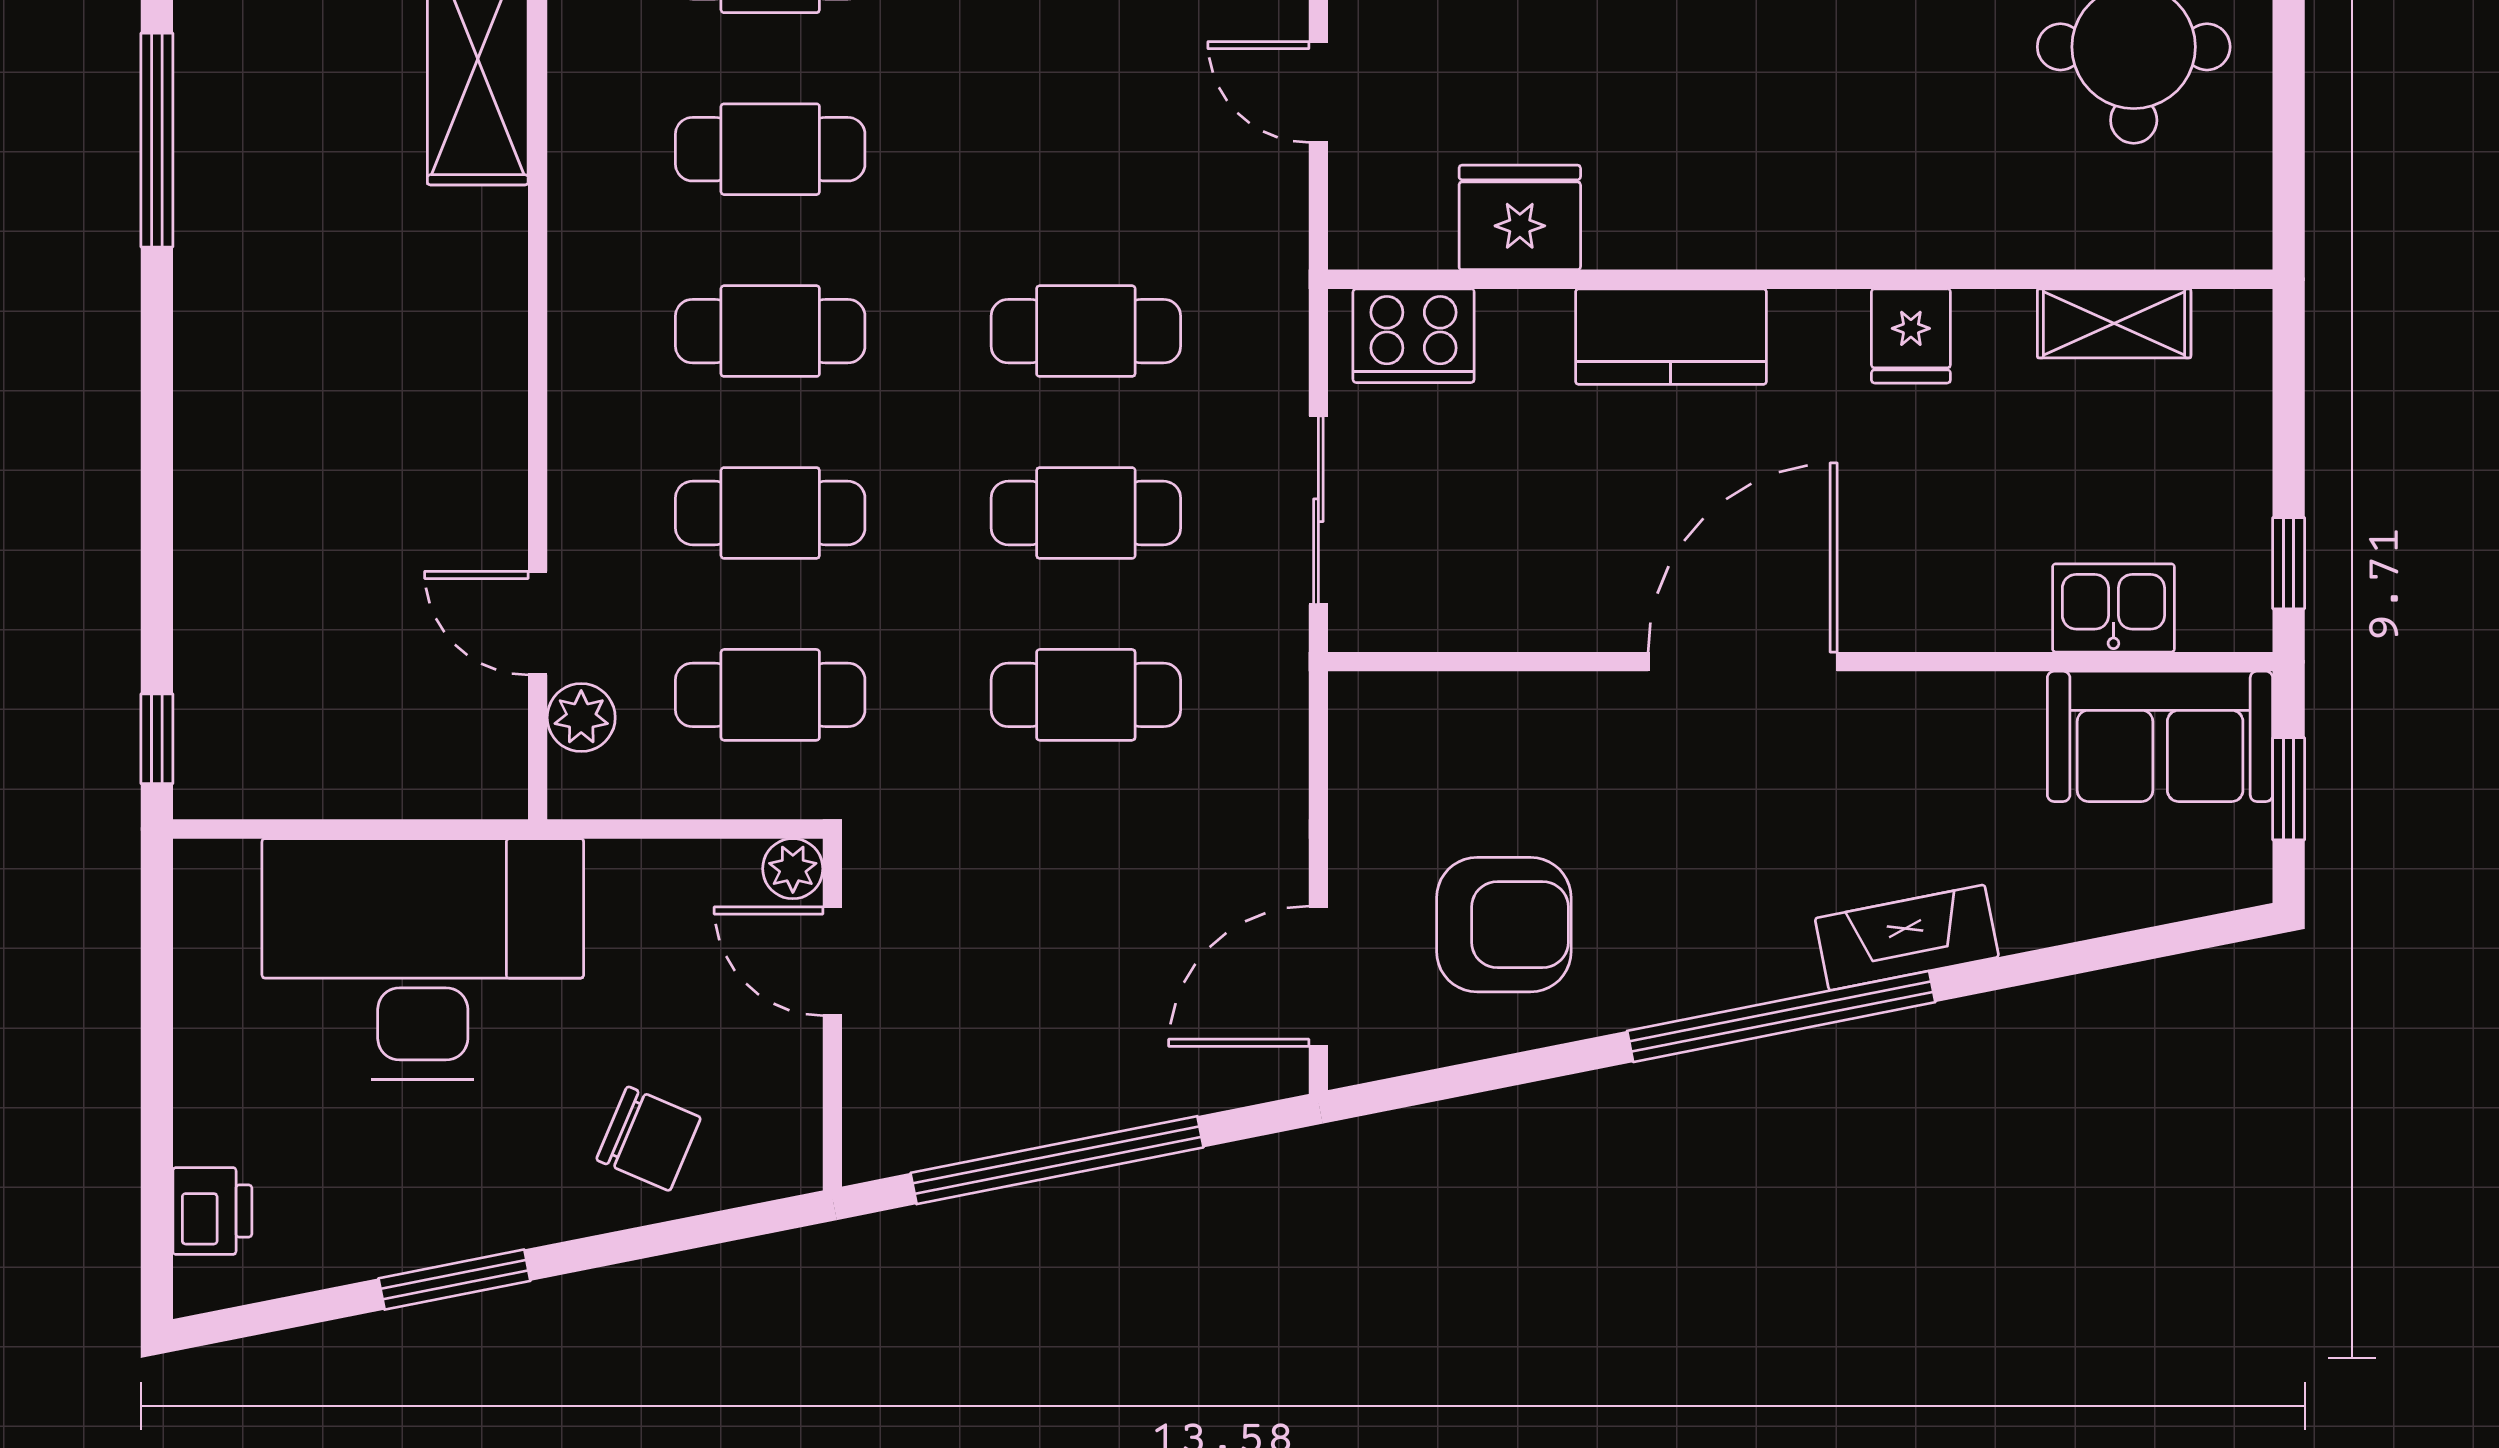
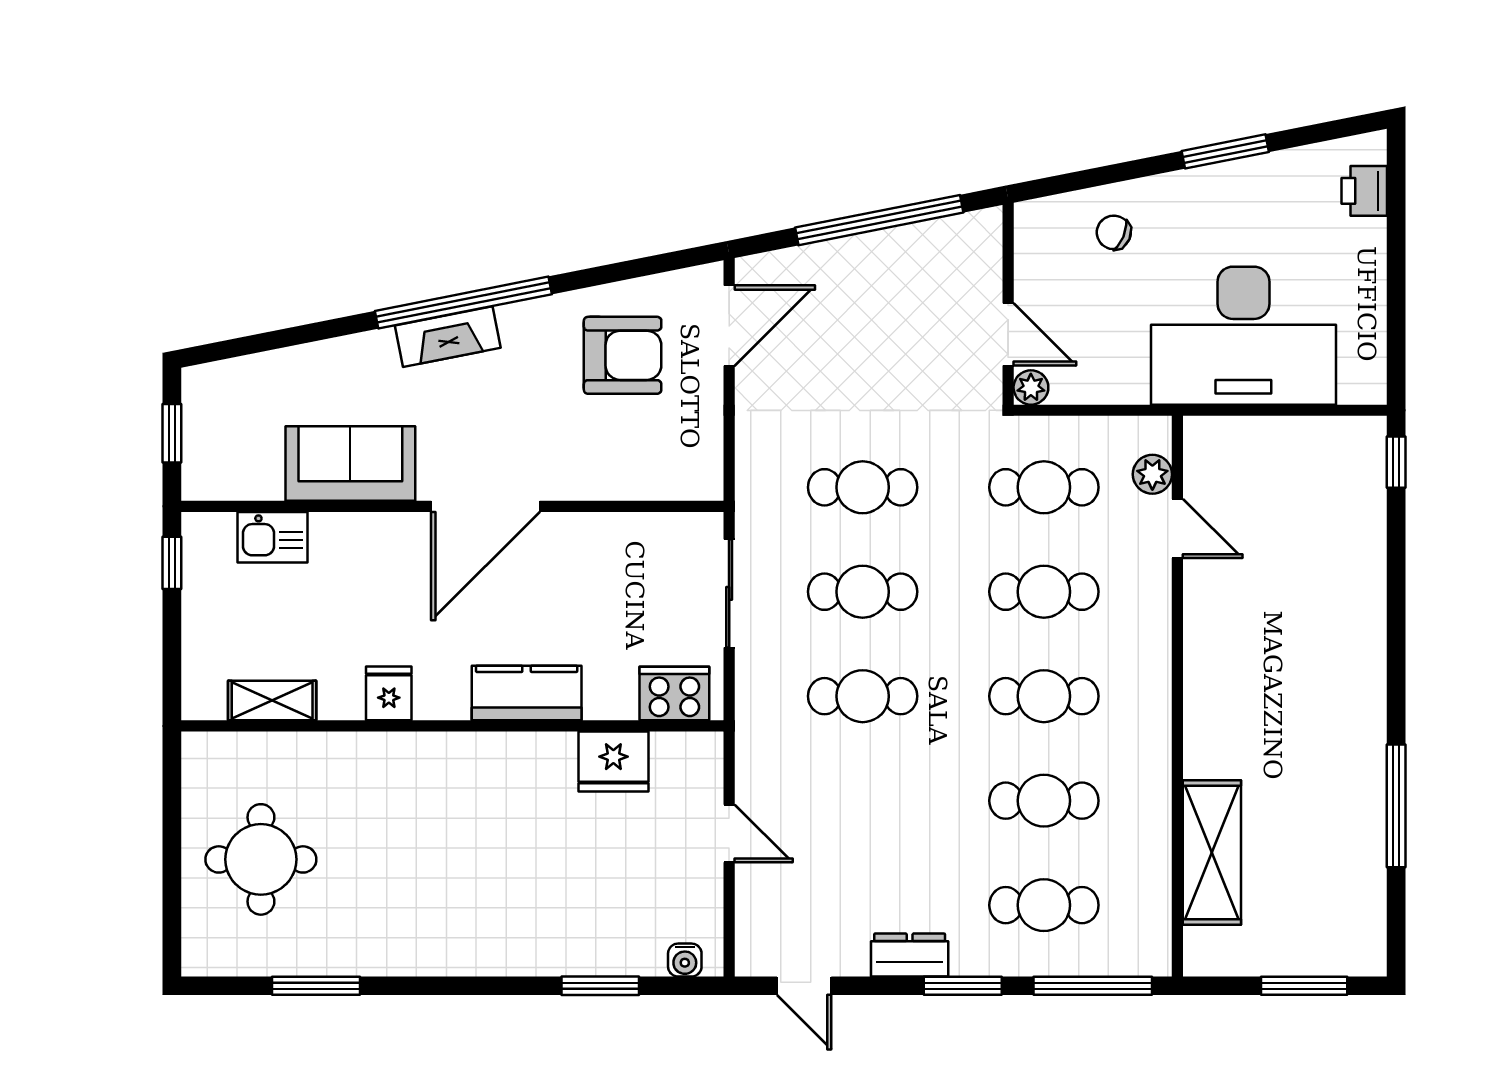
sofa: (2160, 736) -> (350, 463), moved
armchair: (1504, 925) -> (623, 355), turned 180
fireplace: (1907, 938) -> (448, 337), moved
chair: (649, 1139) -> (1114, 232), width x0.73, depth x0.73

